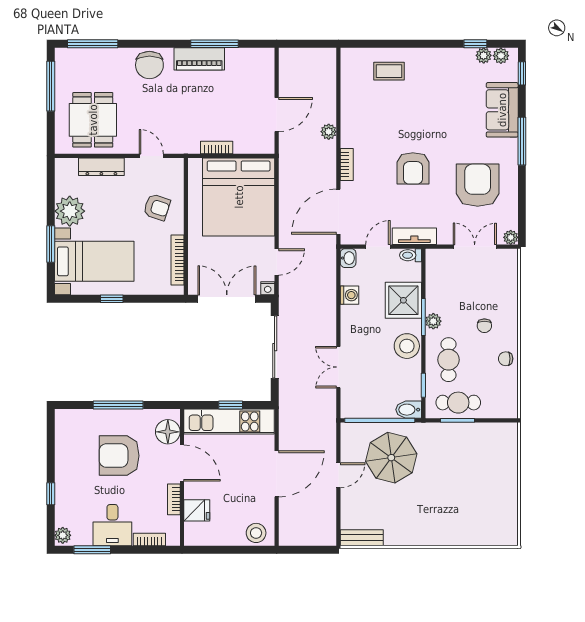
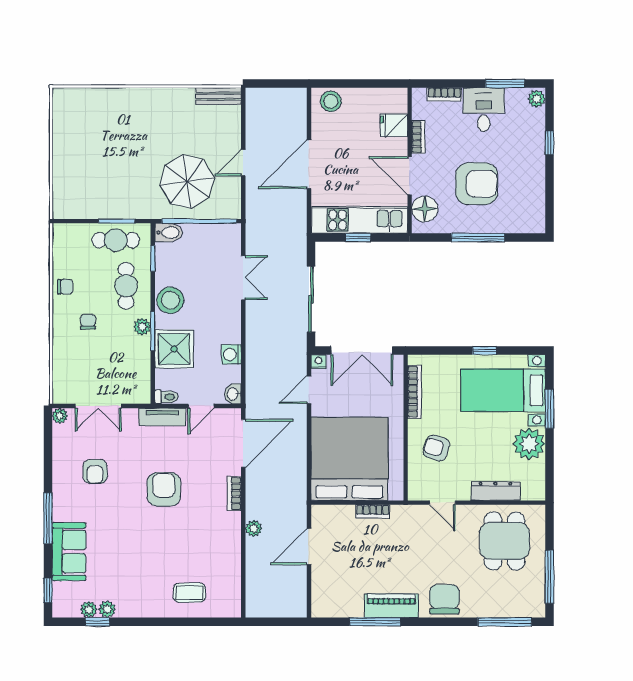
plant: (501, 56) -> (107, 609), moved
armchair: (478, 185) -> (95, 471), width x0.53, depth x0.53

